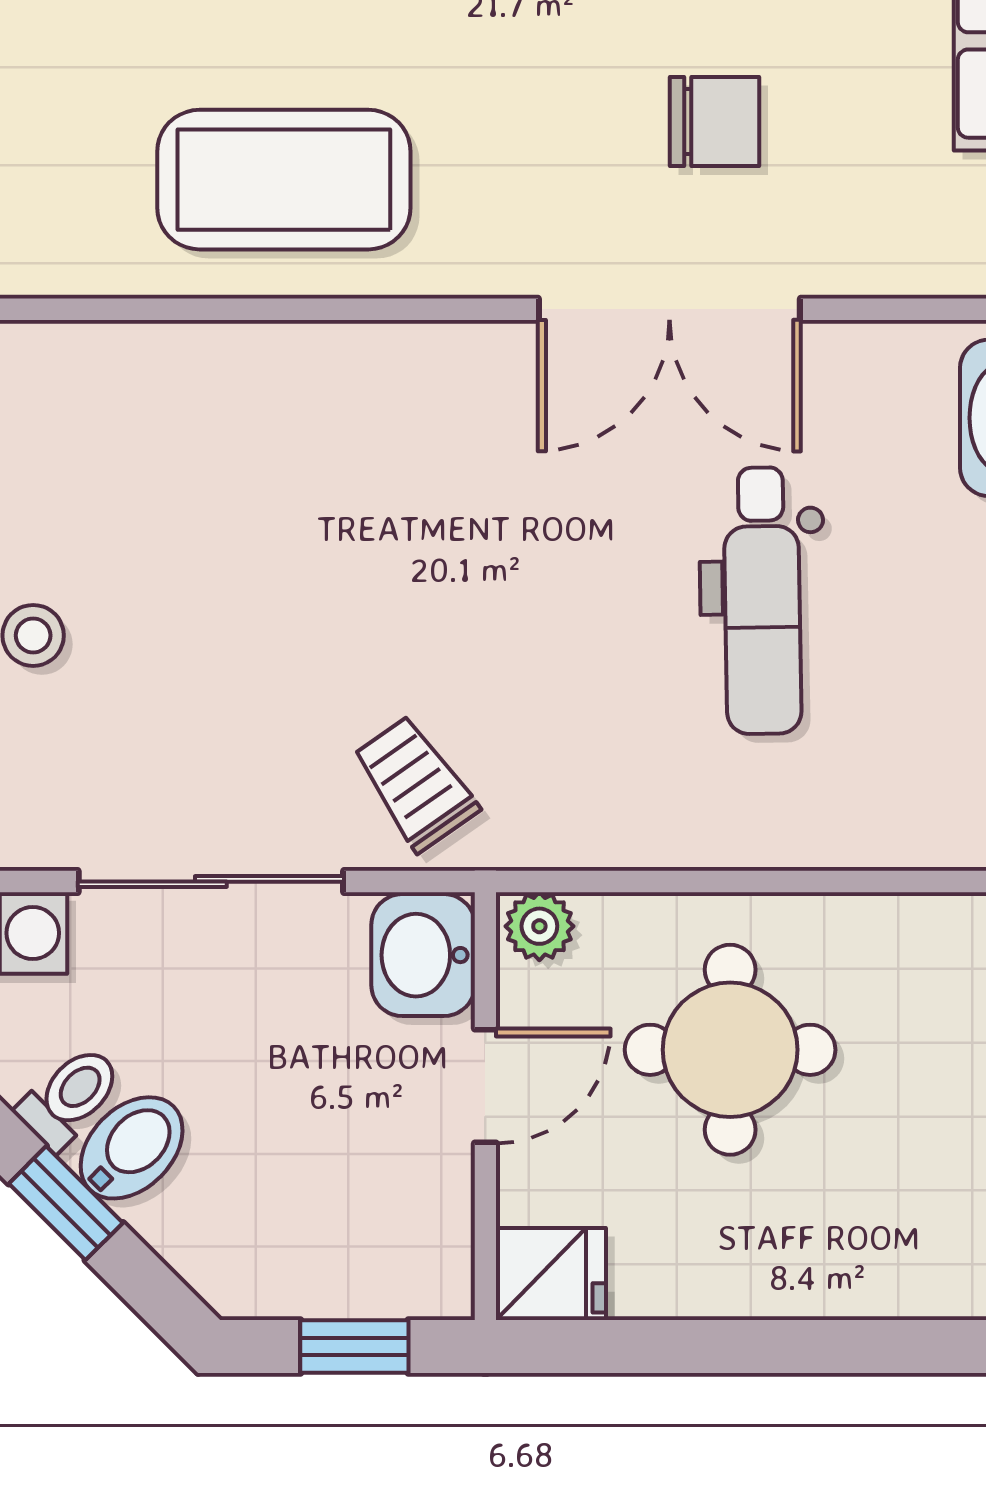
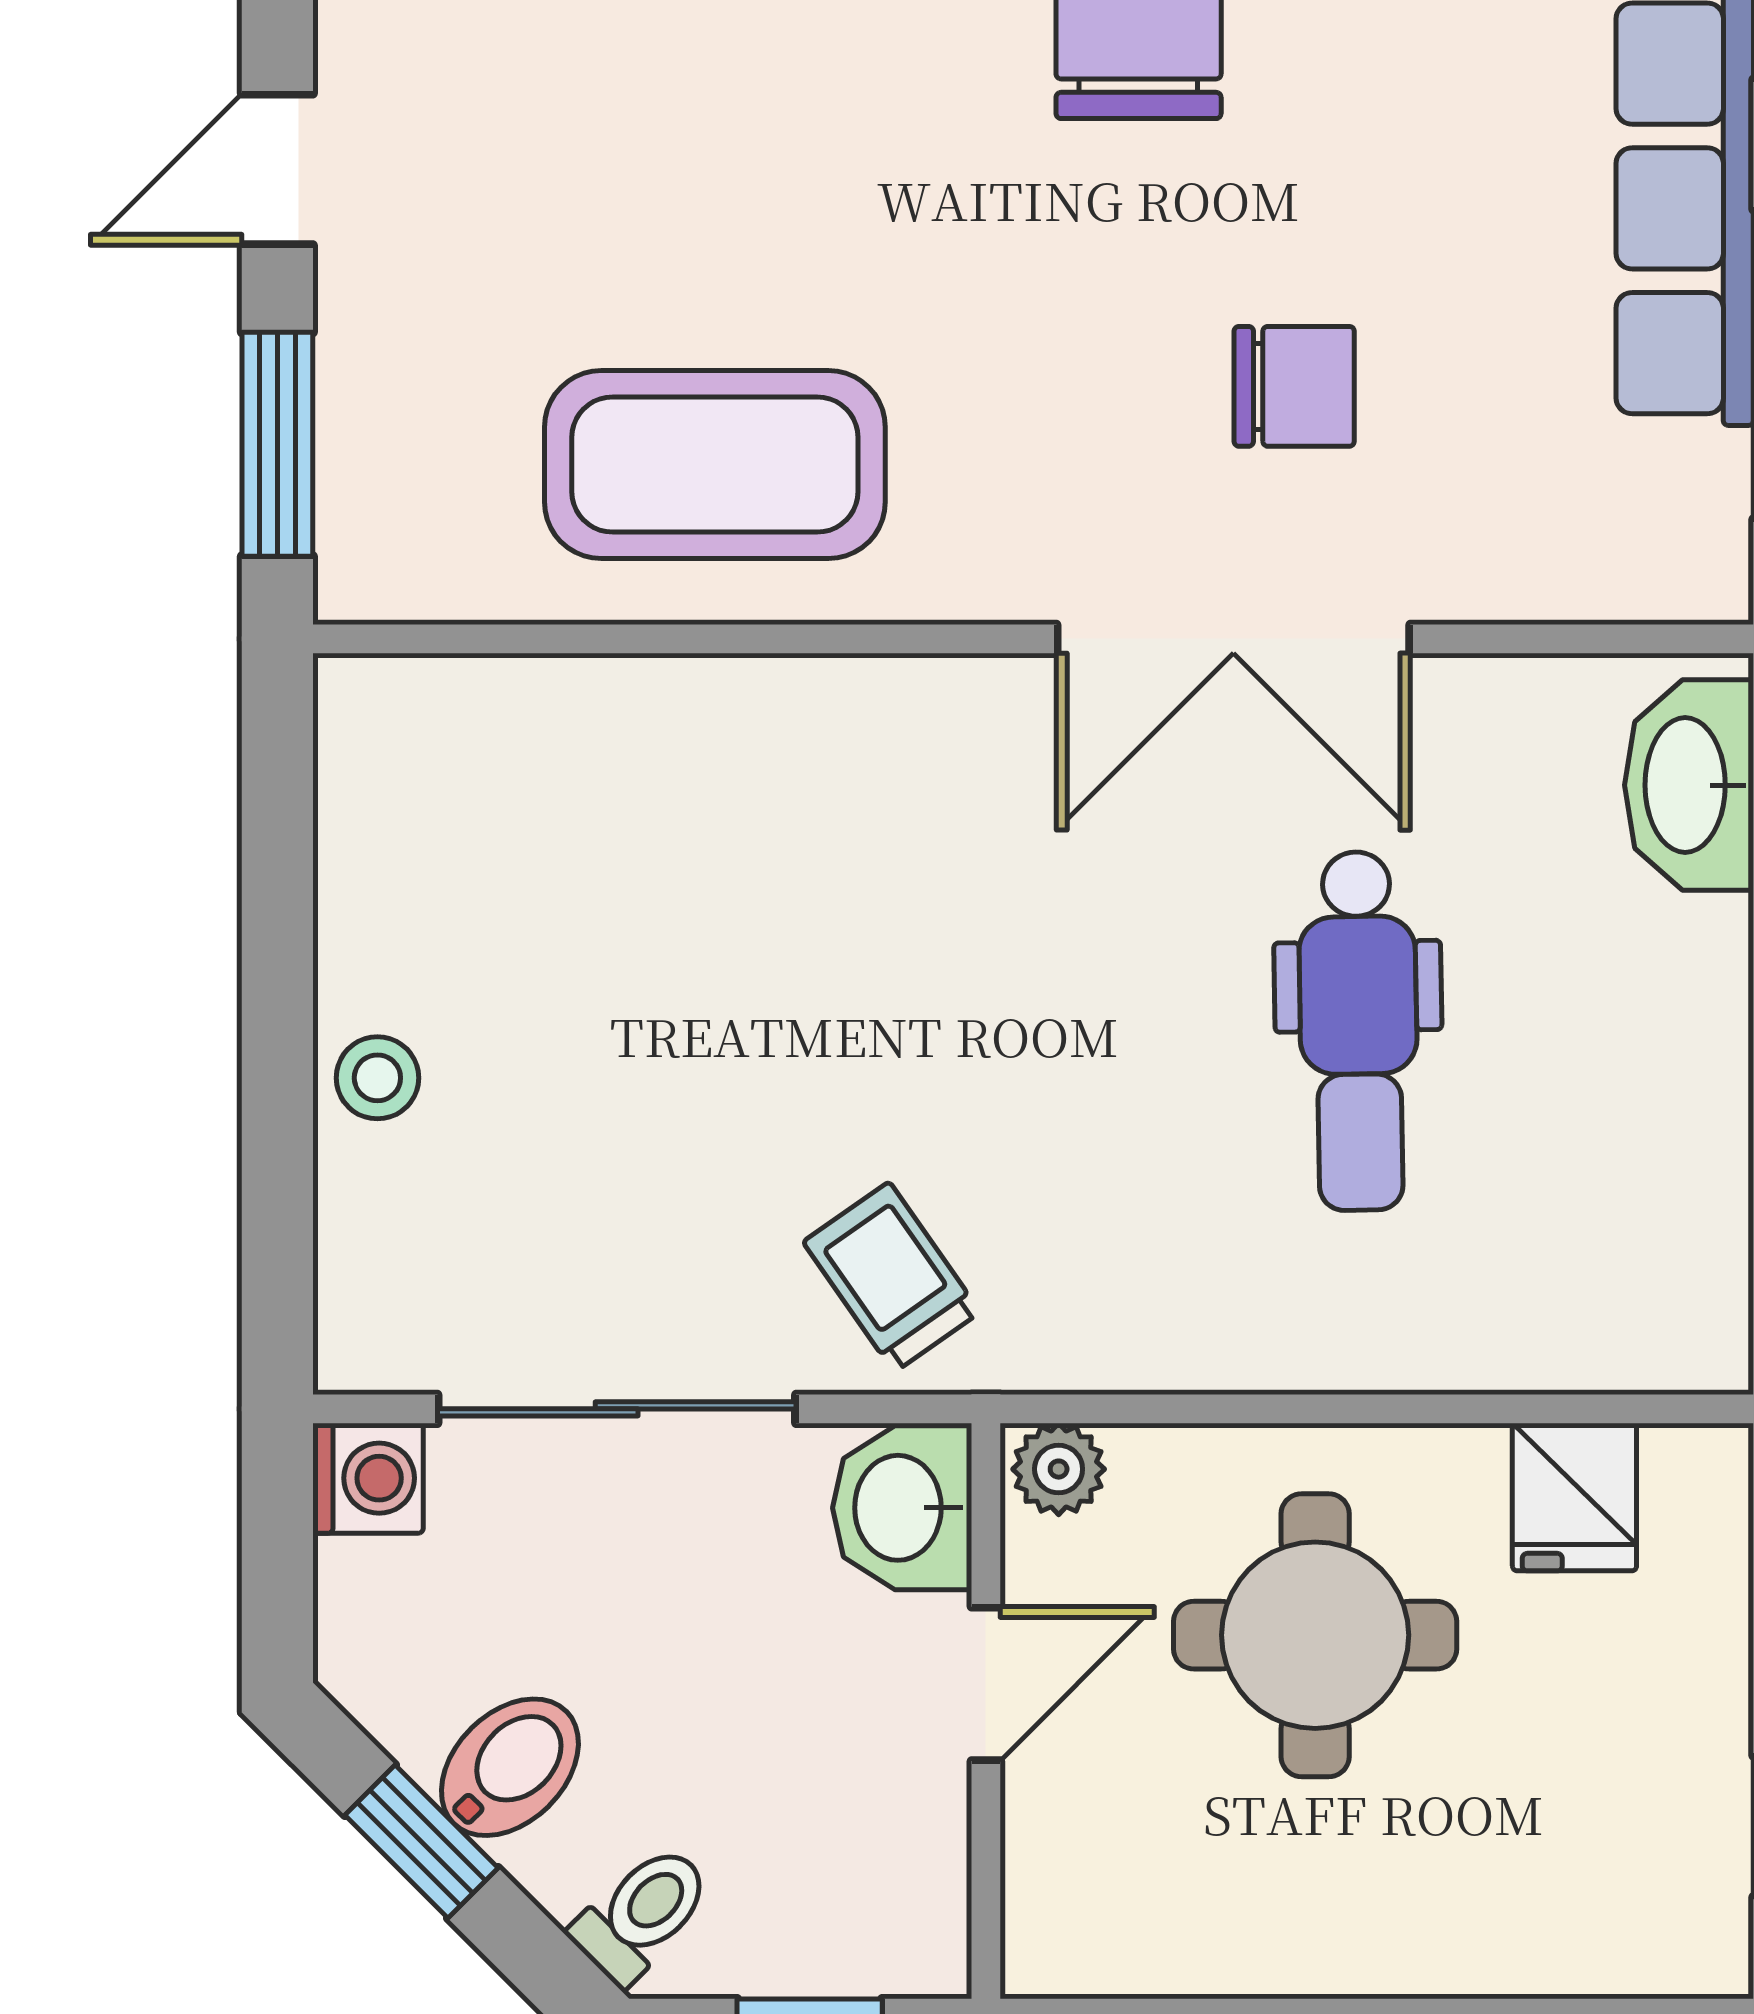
toilet: (70, 1097) -> (642, 1914), moved
fridge: (551, 1274) -> (1574, 1497), moved, turned 90

